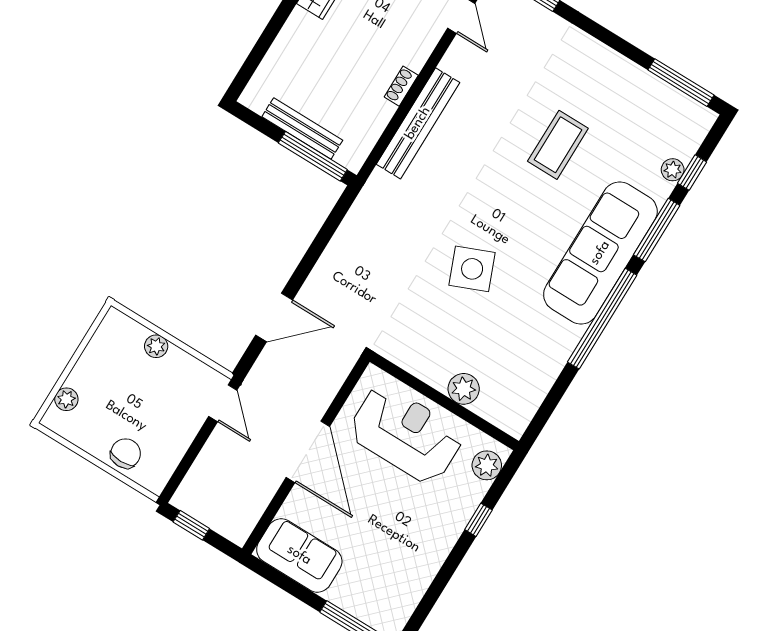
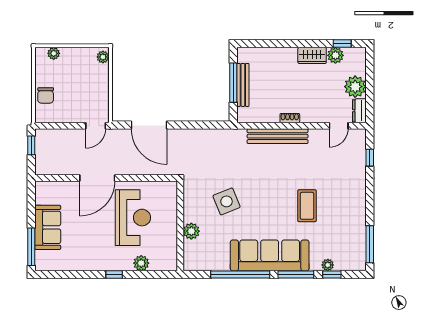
coffee table: (558, 145) -> (307, 206), turned 90
window: (313, 156) -> (233, 83), moved
door: (274, 317) -> (149, 125), width x1.36
plant: (156, 346) -> (103, 57), moved
plant: (464, 389) -> (191, 231), moved
wall: (444, 401) -> (180, 226), moved
chair: (126, 453) -> (46, 95), turned 90
sofa: (299, 555) -> (48, 227), moved

